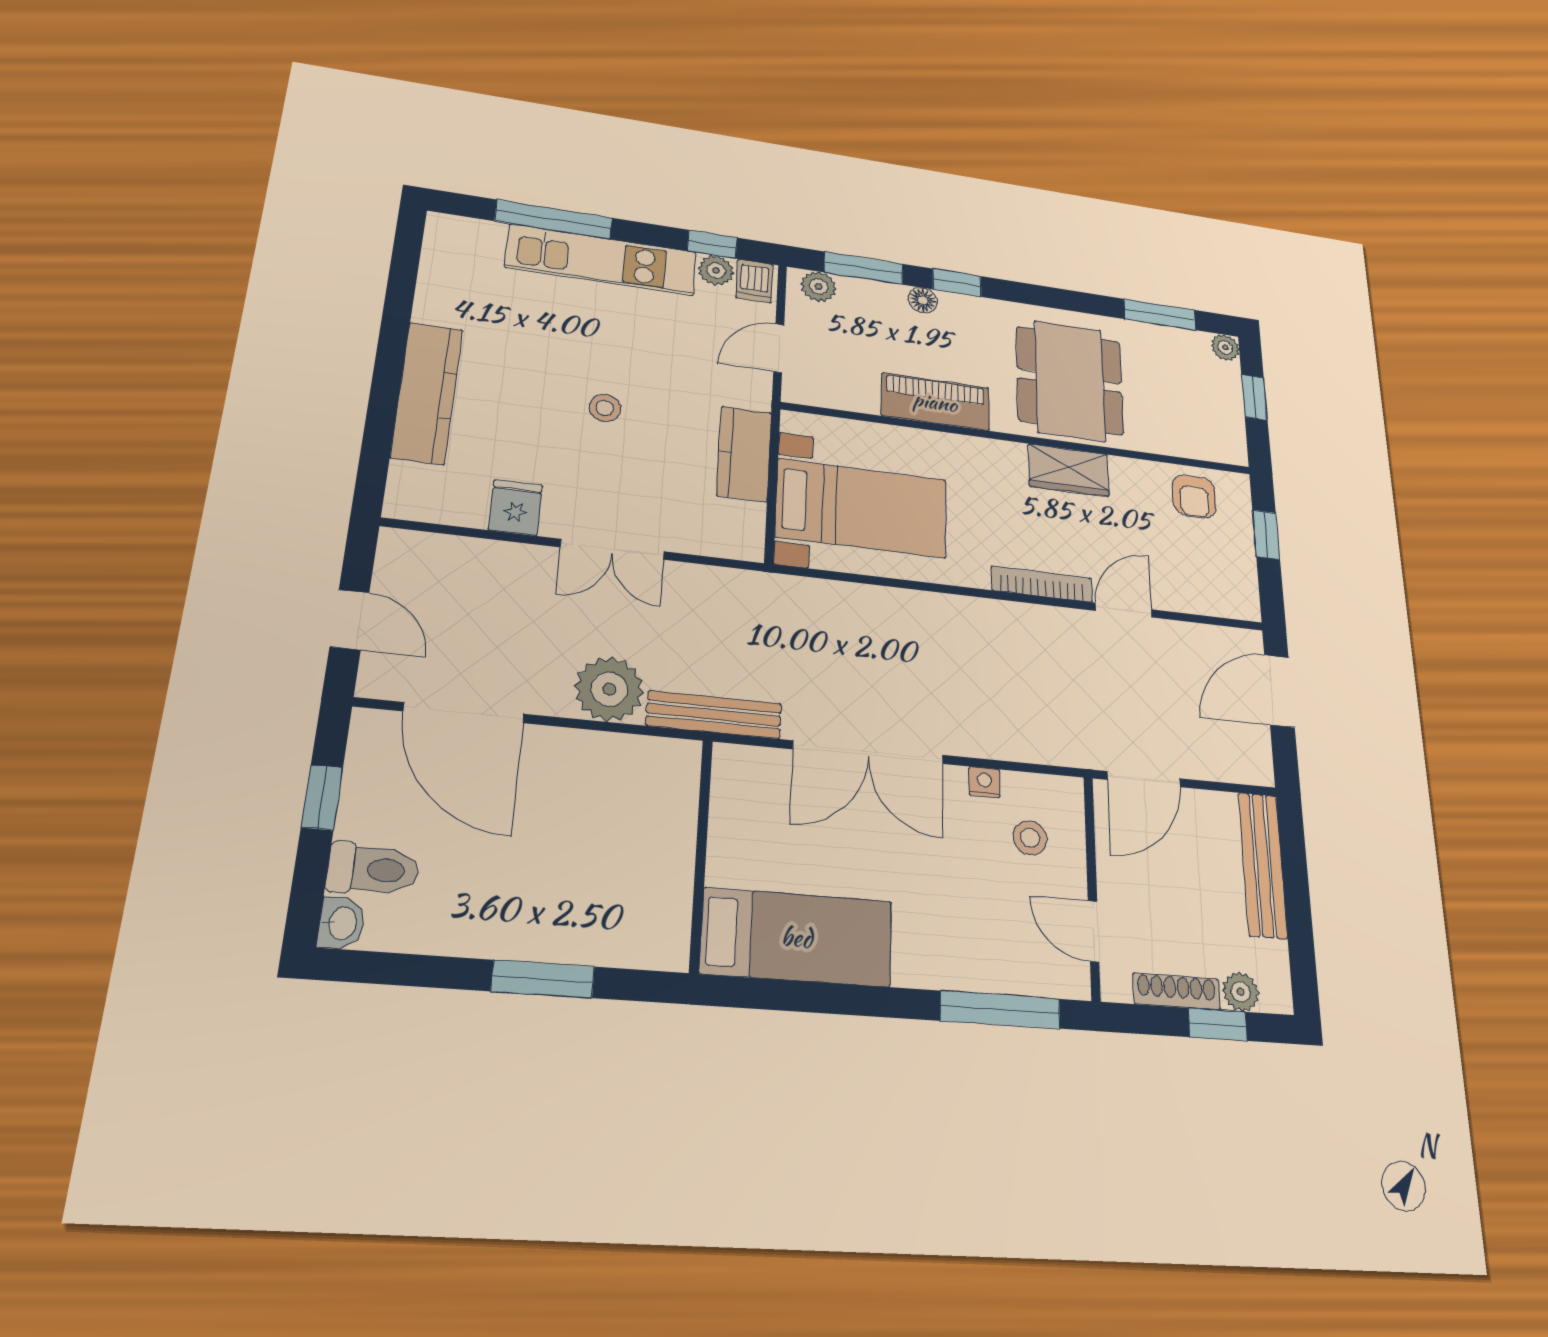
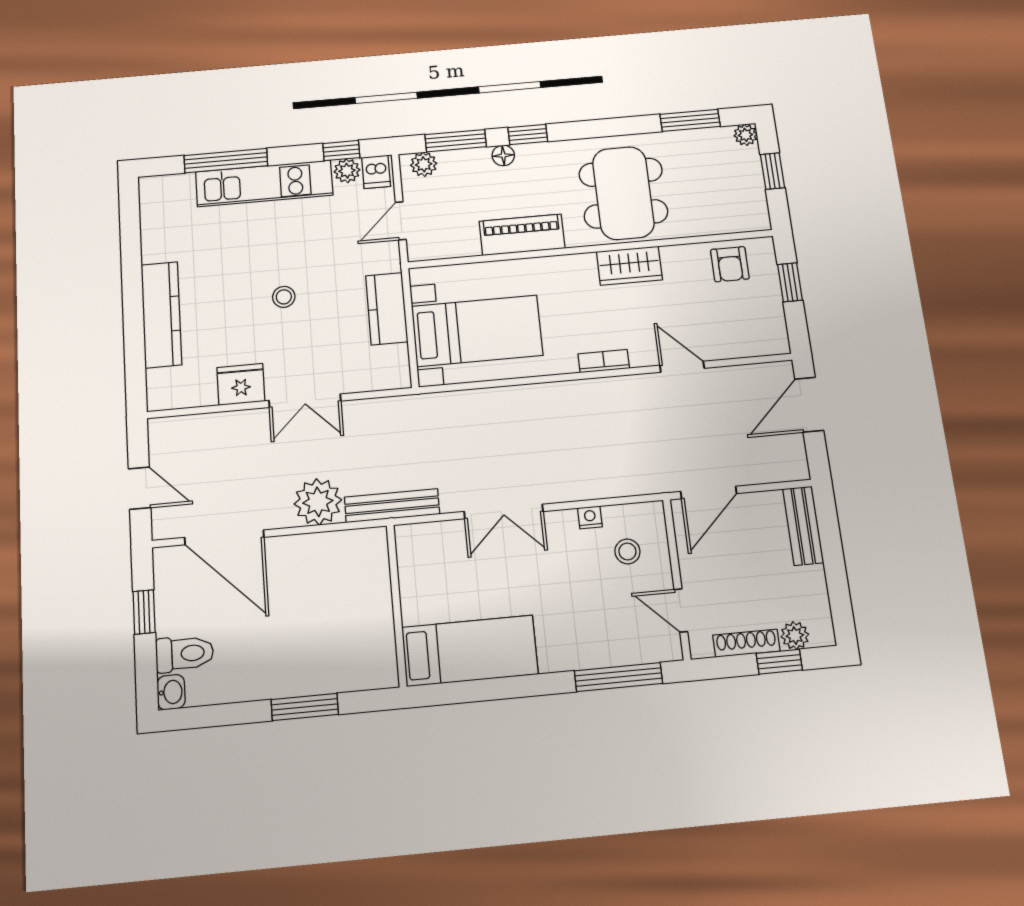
fridge: (515, 508) -> (241, 384), width x1.38
bookcase: (1042, 584) -> (604, 361), width x0.64
door: (1124, 610) -> (682, 367), hinge flipped
double door: (868, 752) -> (504, 512), width x0.73
bench: (1263, 865) -> (803, 526), width x0.73

